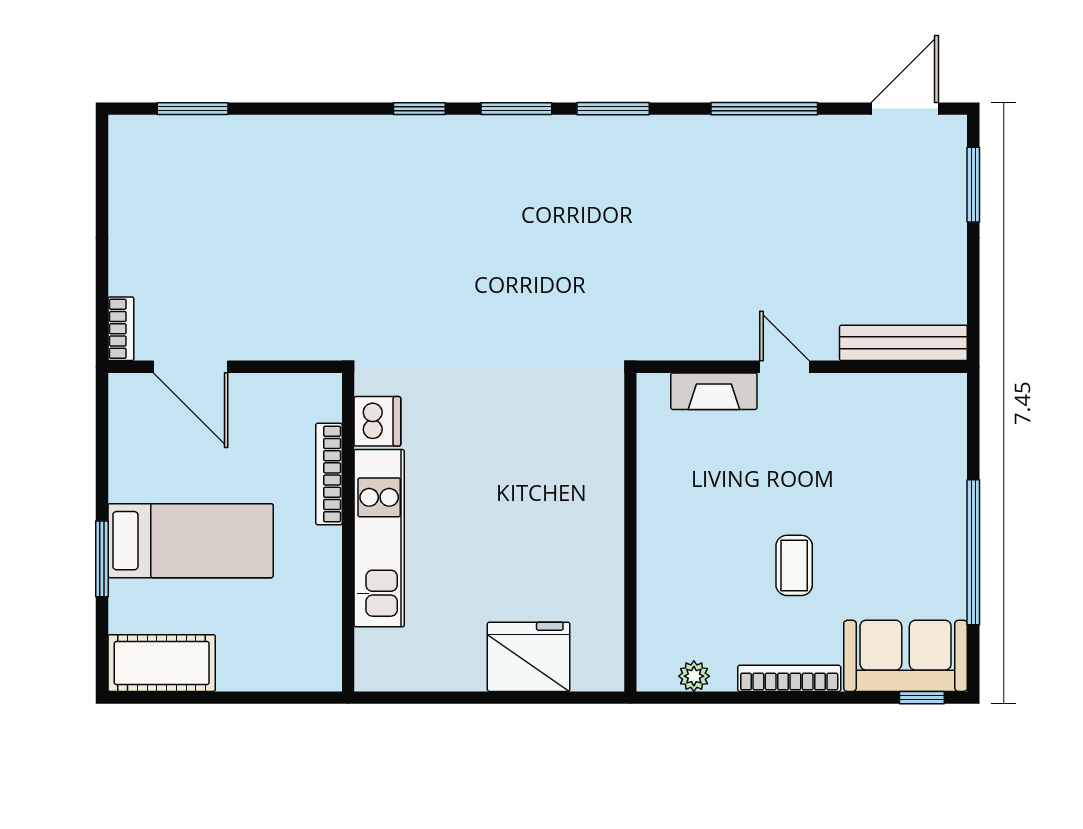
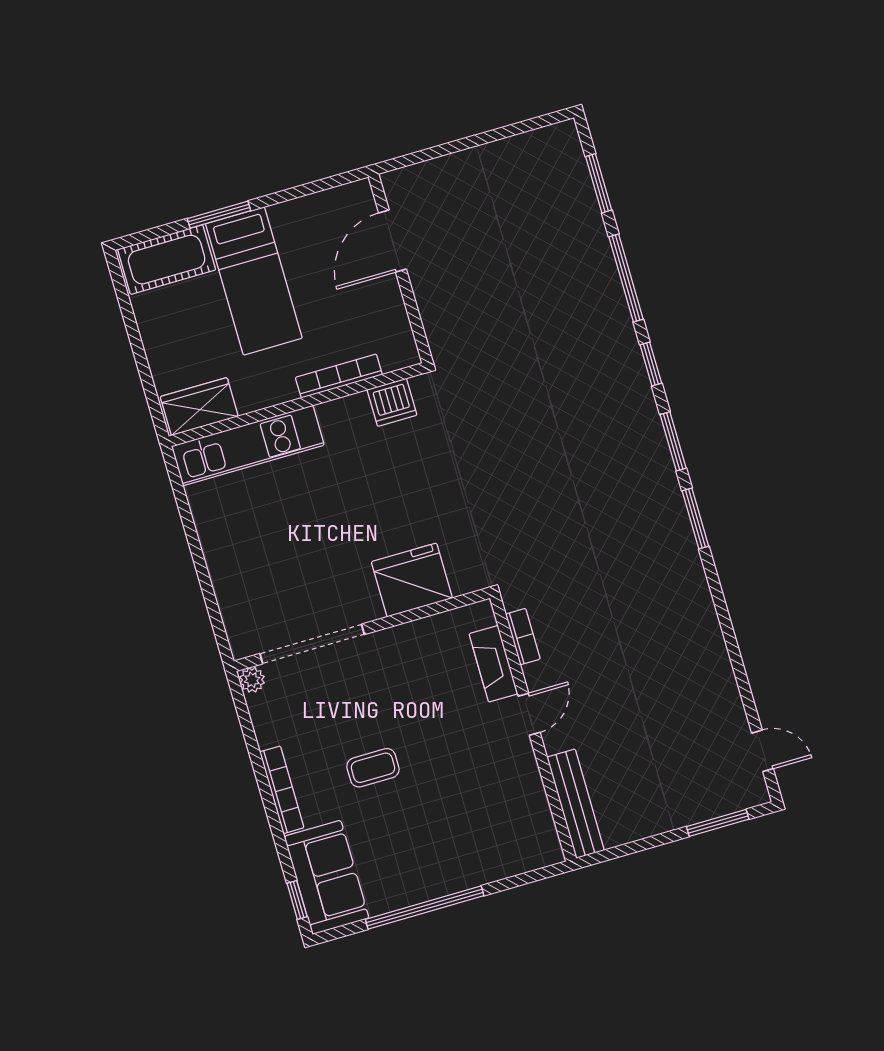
window: (764, 109) -> (626, 278), moved
door: (905, 109) -> (762, 751), width x0.73
bookcase: (121, 329) -> (523, 637), moved, turned -90
kitchen unit: (379, 538) -> (248, 446), moved
doorway: (630, 594) -> (312, 644), added
wardrobe: (318, 646) -> (199, 407), added
fridge: (529, 657) -> (412, 580), moved, turned -90
cot: (162, 663) -> (167, 260), moved, turned 90
plant: (694, 676) -> (252, 680), moved

